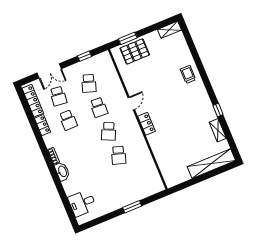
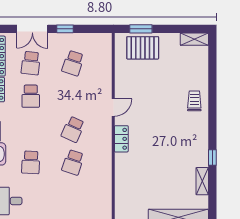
window: (85, 56) -> (65, 29), moved
school desk: (99, 107) -> (31, 162), moved

